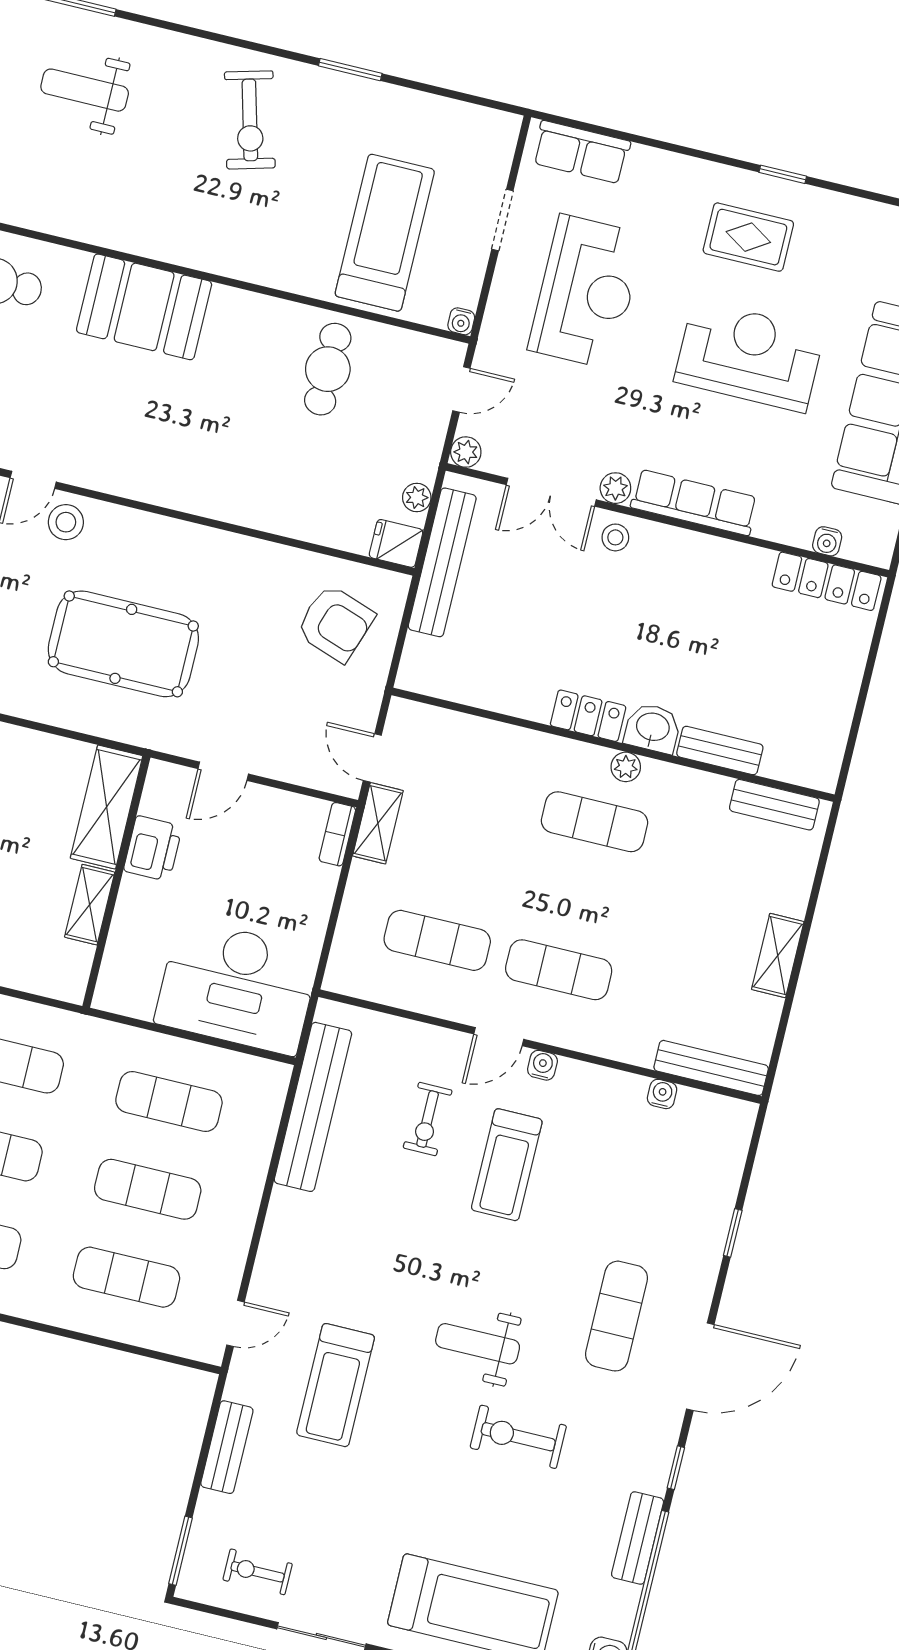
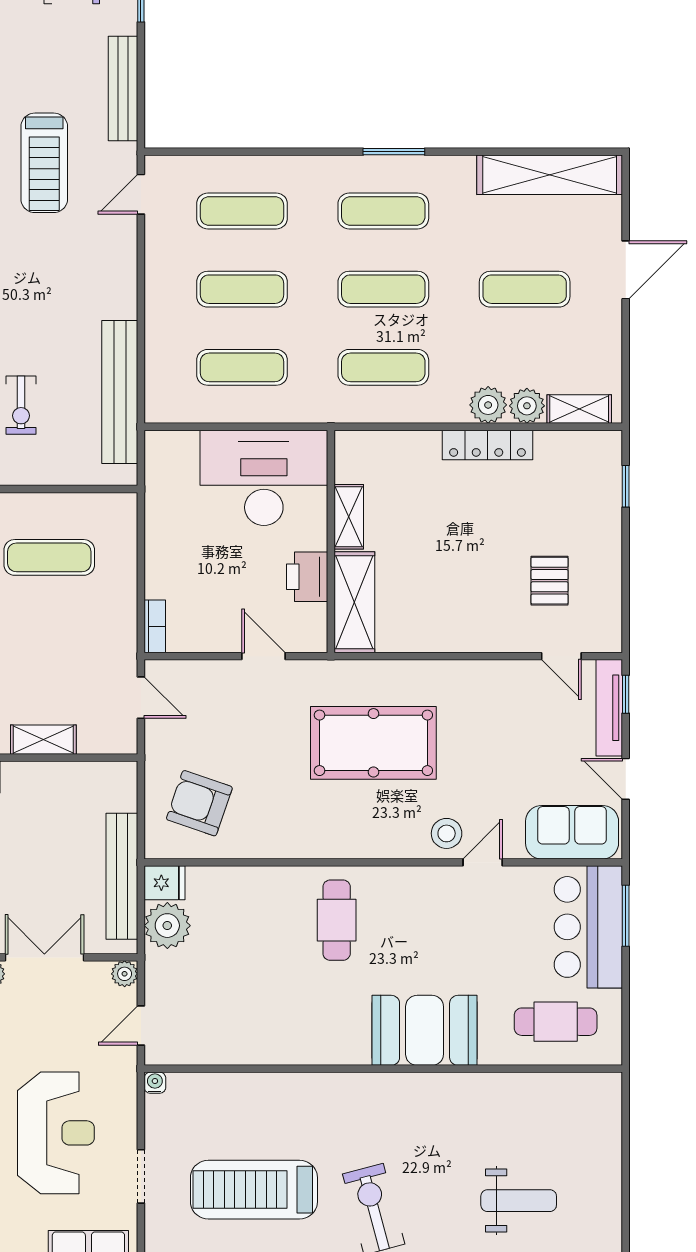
treadmill: (385, 233) -> (254, 1190), moved, turned 90
reception desk: (586, 292) -> (56, 1133), turned 180
cafe table: (328, 369) -> (337, 920), moved
plant: (417, 498) -> (167, 926), width x1.88, depth x1.88
door: (223, 771) -> (263, 656), hinge flipped
shelving: (378, 823) -> (43, 740), moved, turned 90
desk: (237, 987) -> (264, 478), moved
exercise bike: (428, 1119) -> (21, 405), turned 180
treadmill: (336, 1385) -> (44, 163), turned 180
bench: (227, 1447) -> (123, 89), width x1.36

